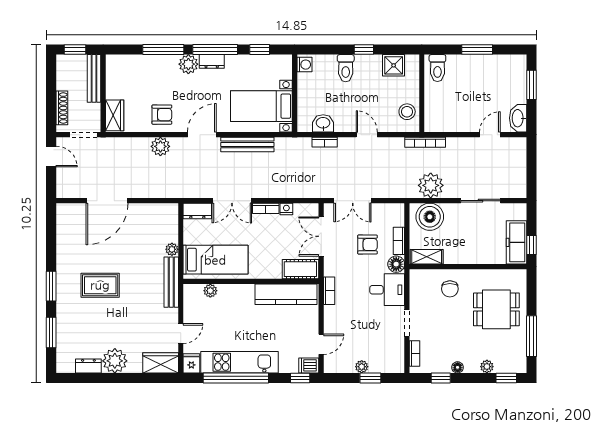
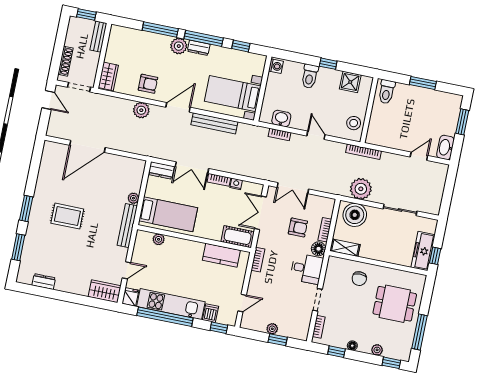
bench: (94, 78) -> (98, 37), width x0.73
kitchen counter: (286, 294) -> (221, 255), width x0.67
plant: (115, 361) -> (67, 282), removed
dishwasher: (309, 365) -> (211, 313), moved, turned 90

